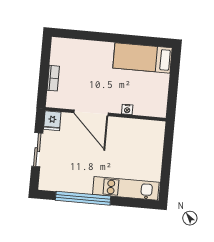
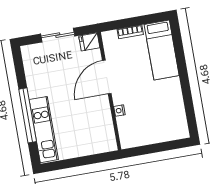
bed: (142, 58) -> (162, 50), moved, turned 180
window: (83, 198) -> (28, 115), moved

